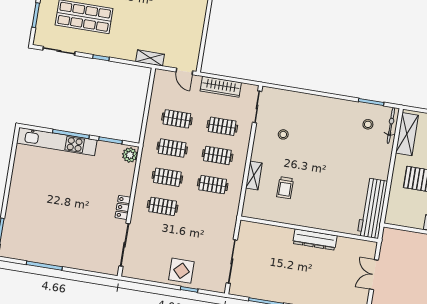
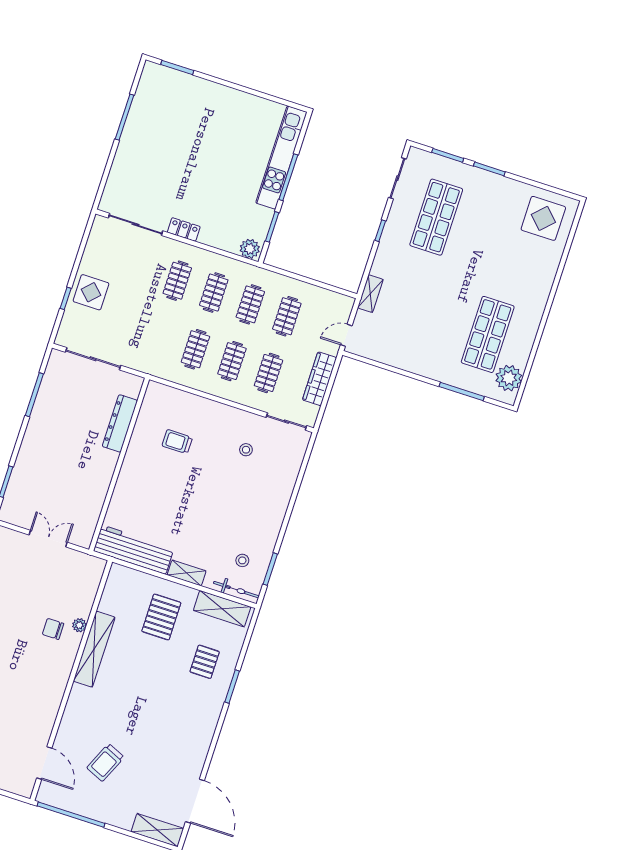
shelving: (254, 175) -> (187, 573), moved
dresser: (315, 240) -> (120, 423), moved

